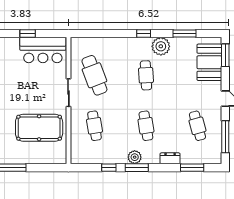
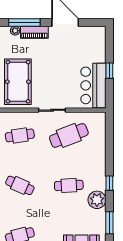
cafe table: (146, 126) -> (20, 185), turned 33

